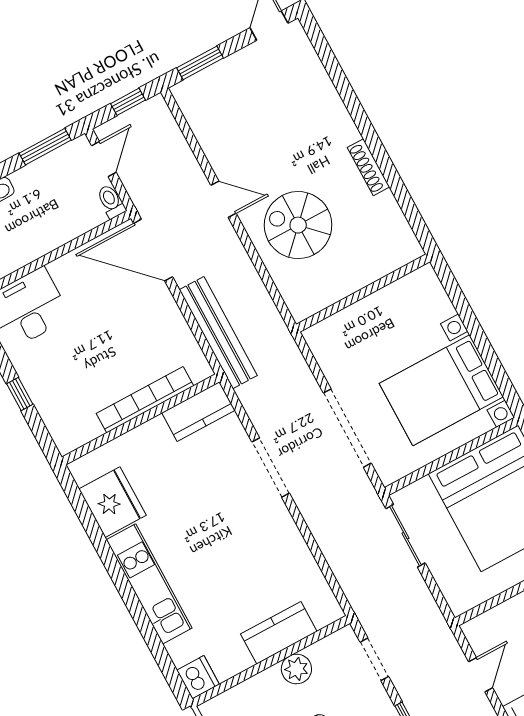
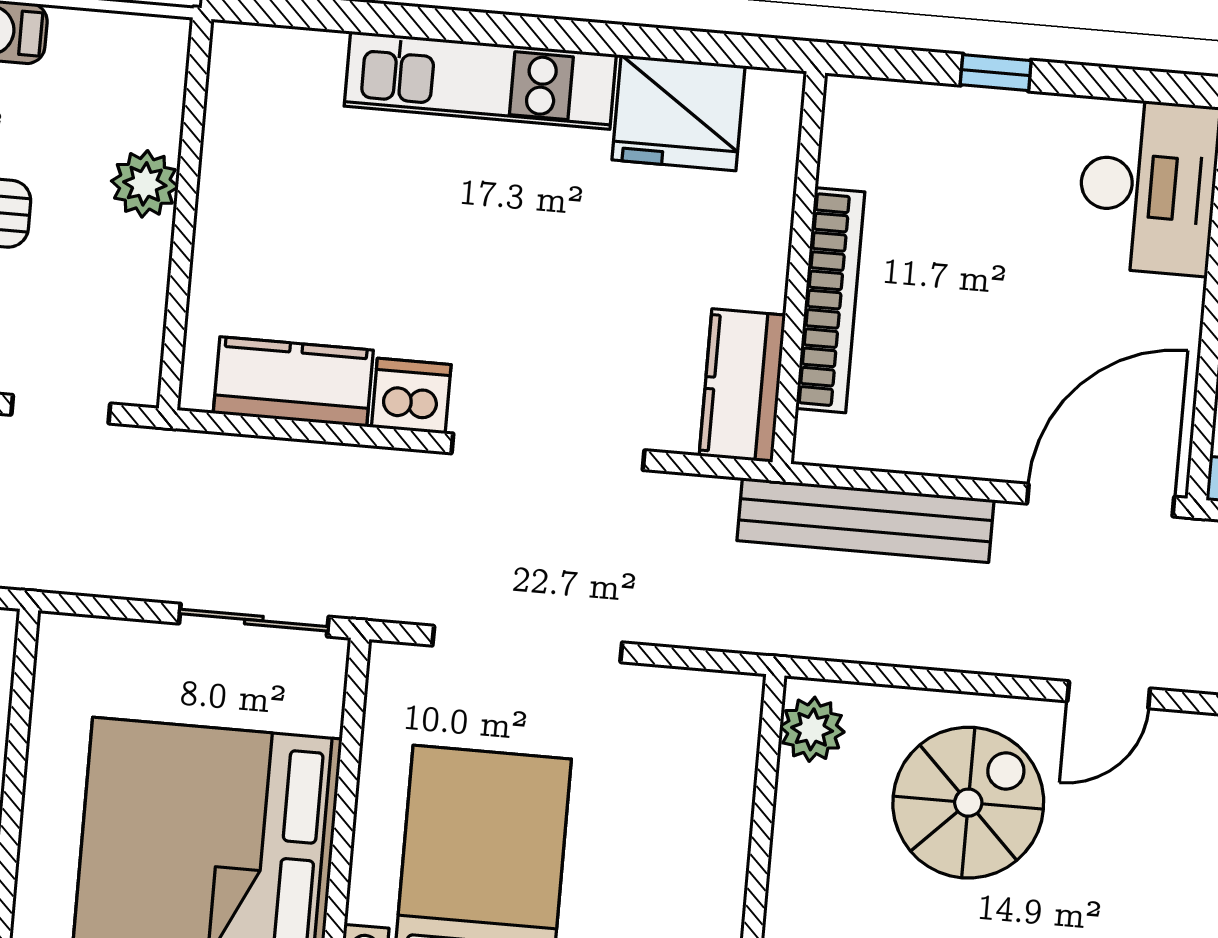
plant: (309, 301) -> (812, 729), added
doorway: (271, 468) -> (548, 452), width x1.36
kitchen counter: (279, 633) -> (293, 382), moved, turned -90
plant: (296, 669) -> (145, 184), moved
dishwasher: (198, 677) -> (411, 396), moved, turned 180

